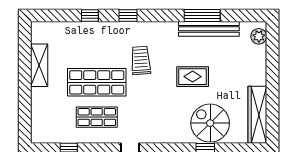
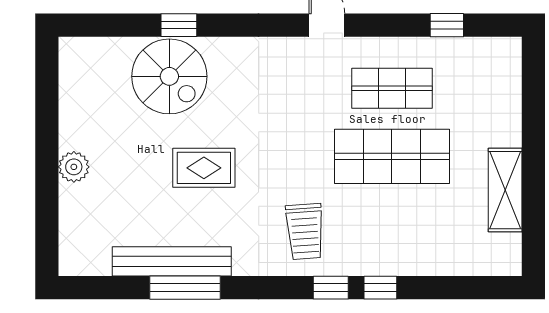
window: (90, 15) -> (380, 288), moved
plant: (259, 36) -> (74, 167), moved
trolley: (141, 60) -> (305, 231), moved
wardrobe: (257, 115) -> (77, 93), removed

